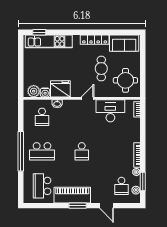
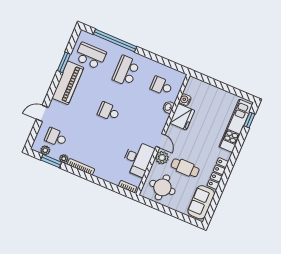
plant: (34, 91) -> (162, 158), moved
window: (21, 151) -> (115, 40), moved
window: (78, 206) -> (64, 62), moved

